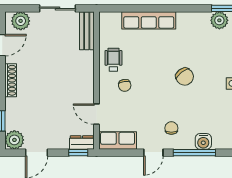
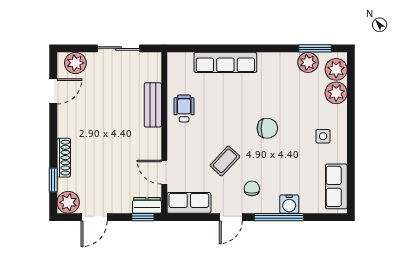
bench: (87, 31) -> (153, 105), moved
chair: (185, 77) -> (267, 128), turned -52
shoe rack: (11, 80) -> (64, 158), moved
chair: (125, 85) -> (197, 138), removed
coffee table: (148, 105) -> (225, 161), added

